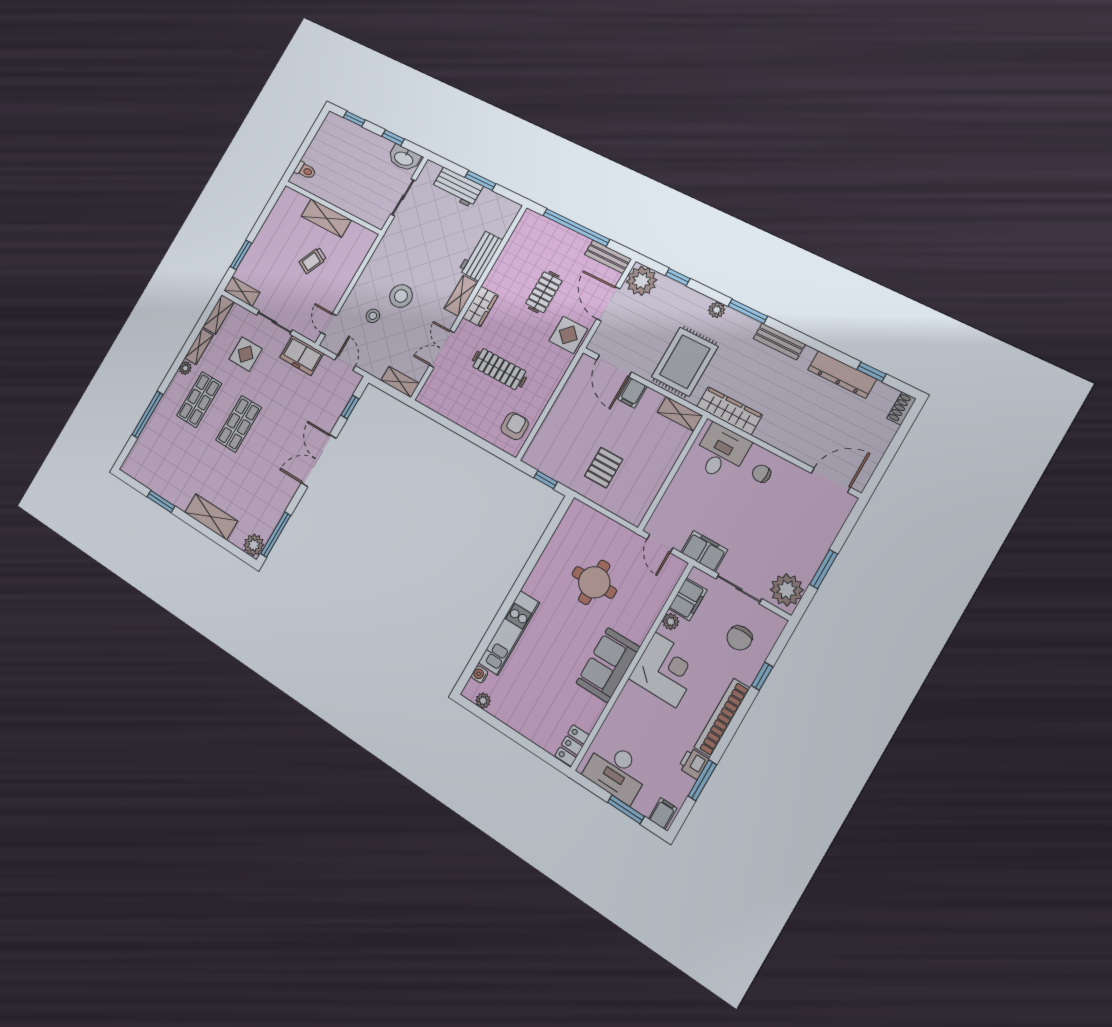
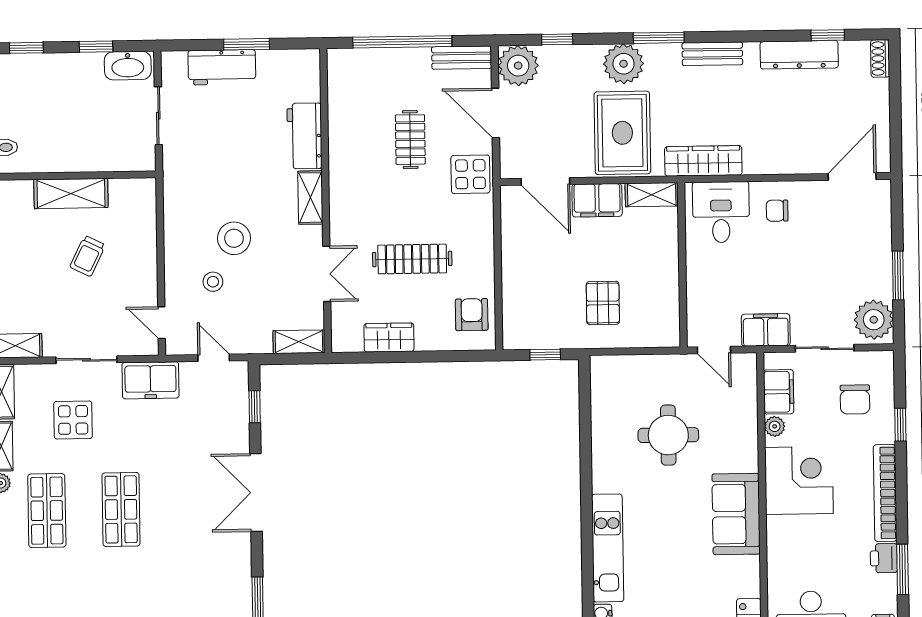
wardrobe: (480, 307) -> (389, 338), moved, turned -90
plant: (717, 310) -> (624, 64), width x1.87, depth x1.87
double door: (442, 349) -> (327, 274), swing flipped
filing cabinet: (632, 393) -> (597, 200), width x2.00

